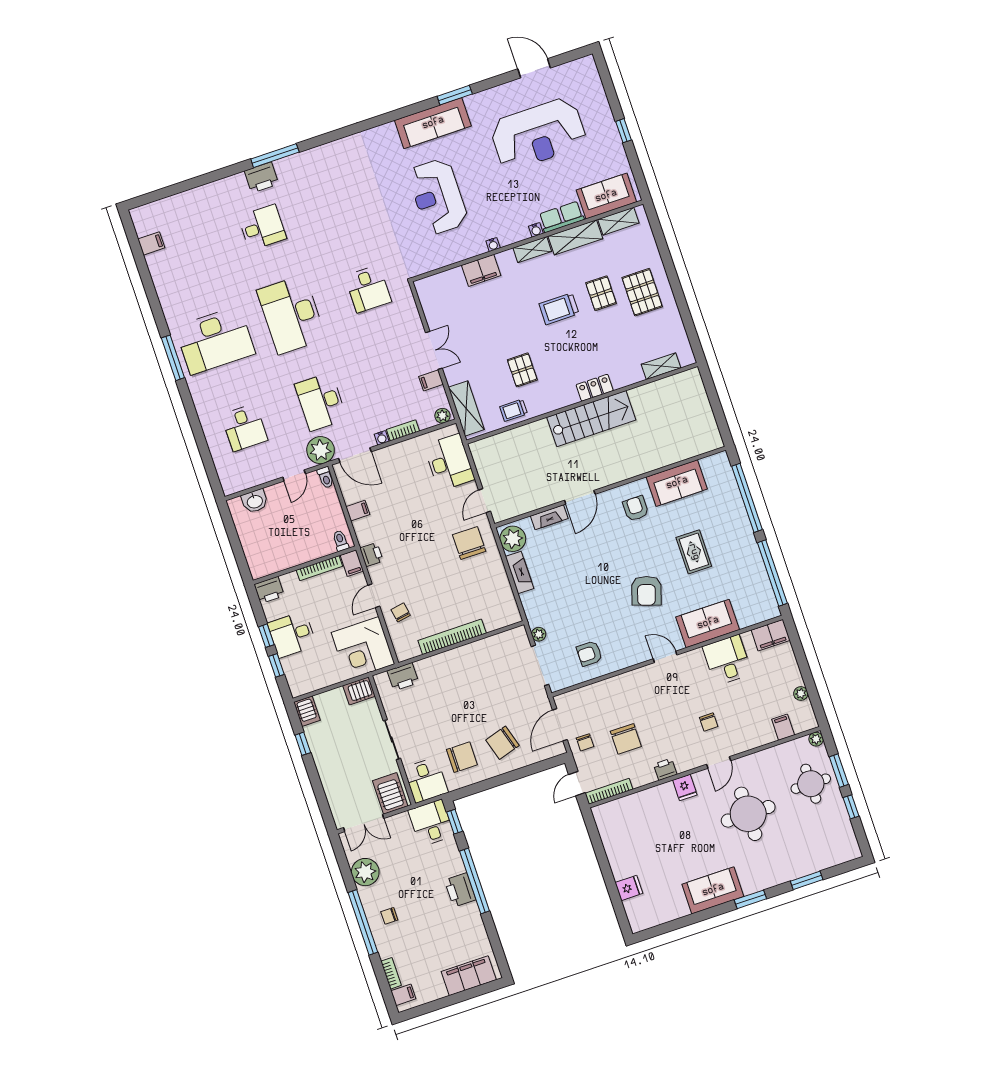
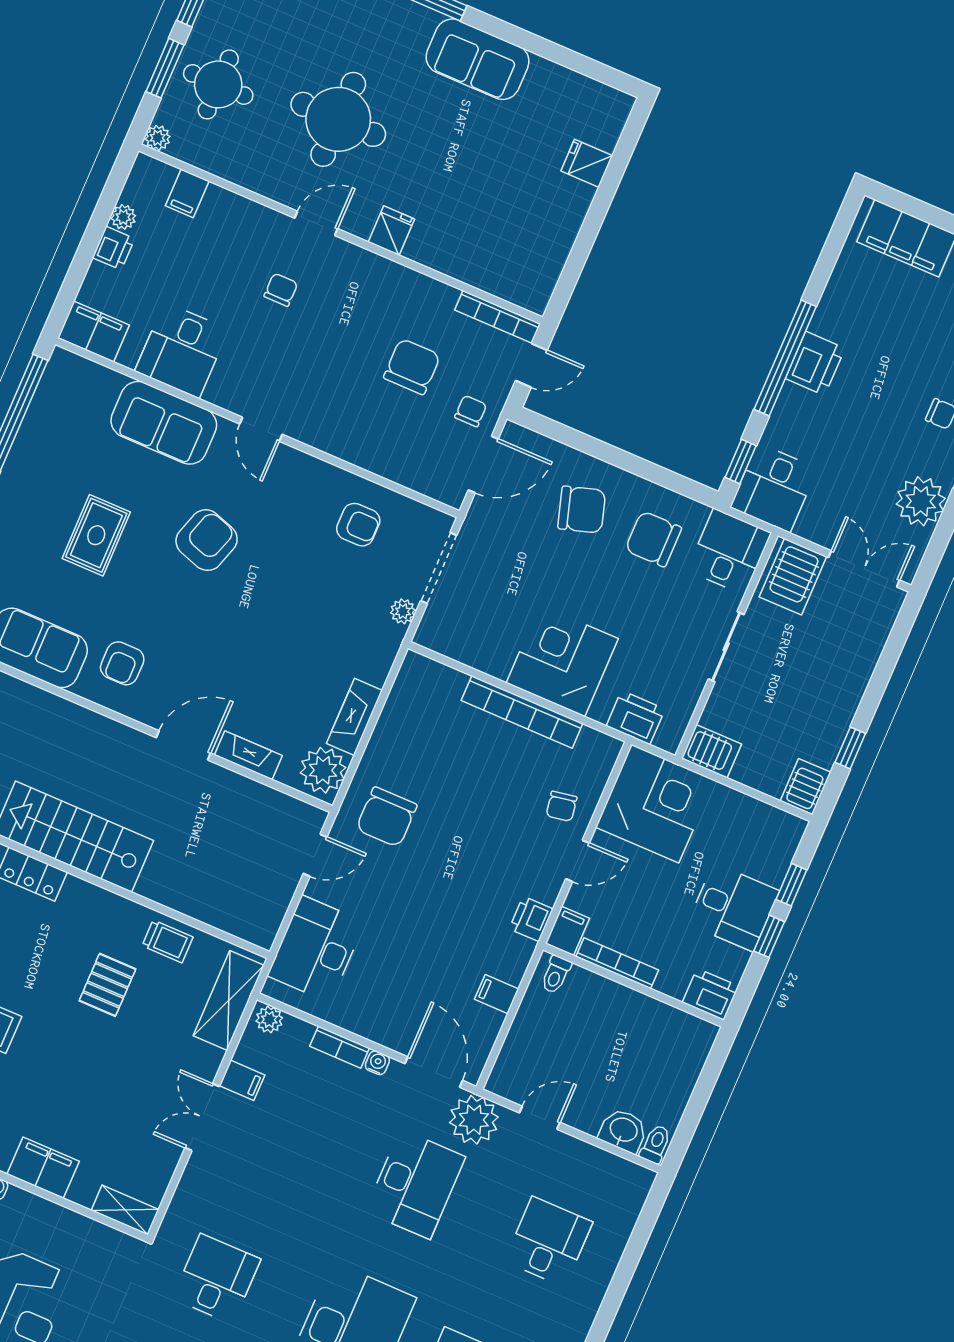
shelving: (431, 283) -> (125, 1210), added
toilet: (326, 477) -> (655, 1144), moved
corner desk: (454, 673) -> (562, 661), added
printer: (665, 769) -> (113, 248), moved, turned -90

